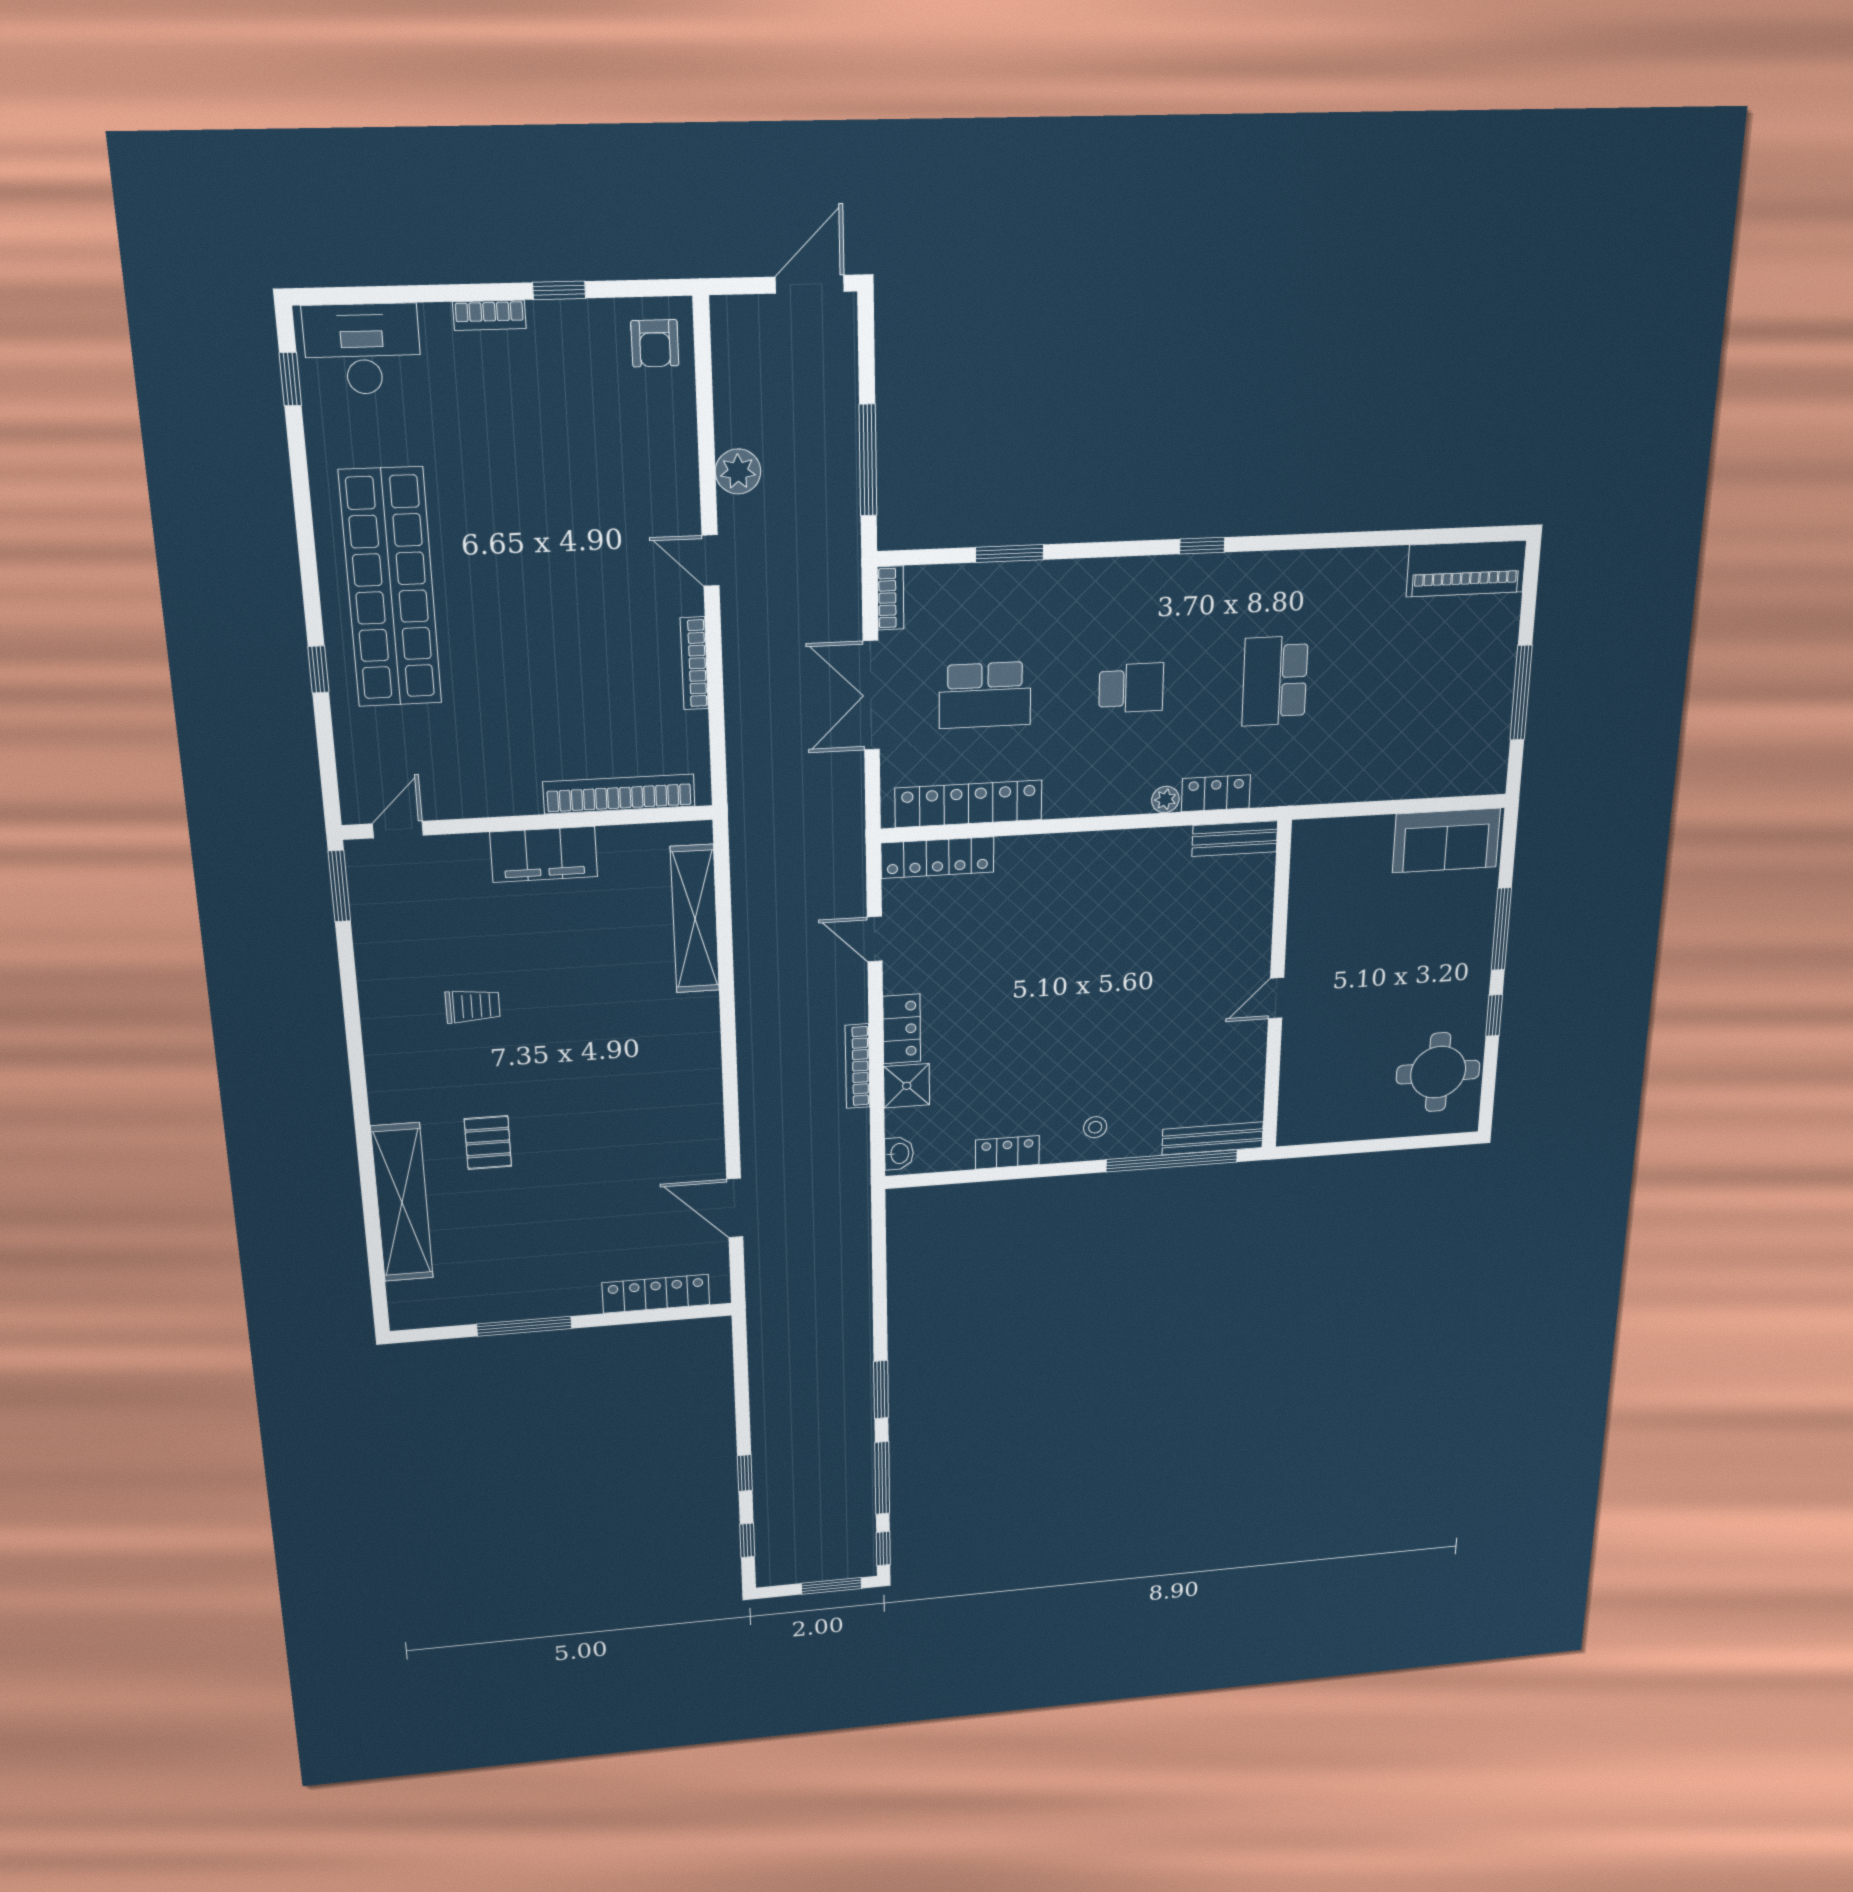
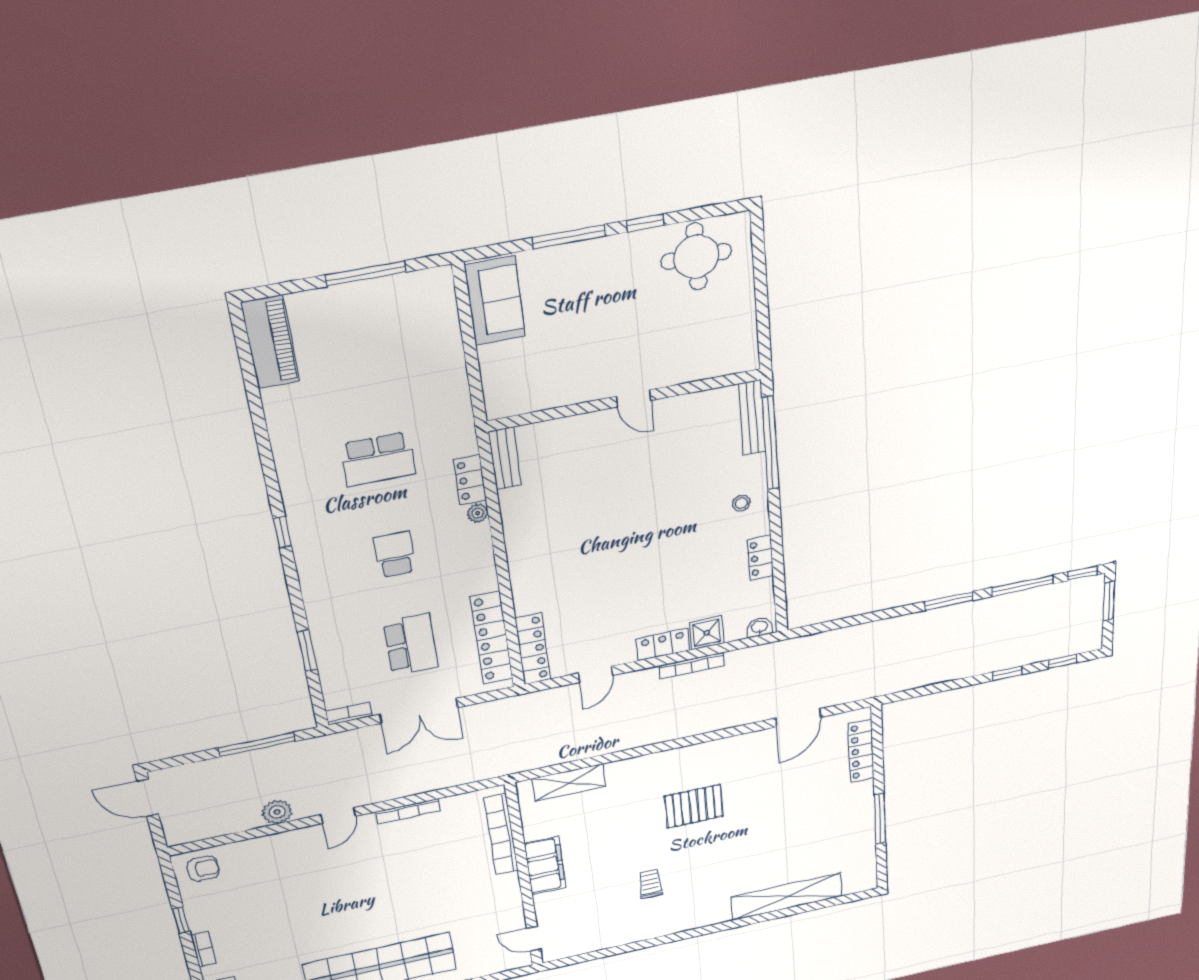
window: (339, 886) -> (572, 960), removed
shelving: (695, 919) -> (569, 782), width x0.68
pallet: (488, 1143) -> (694, 806), moved, width x1.50, depth x1.42

